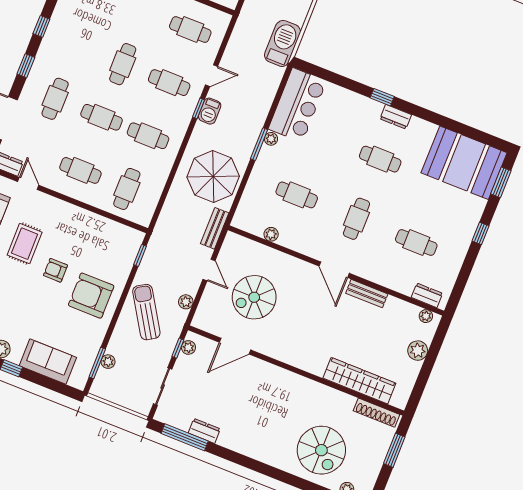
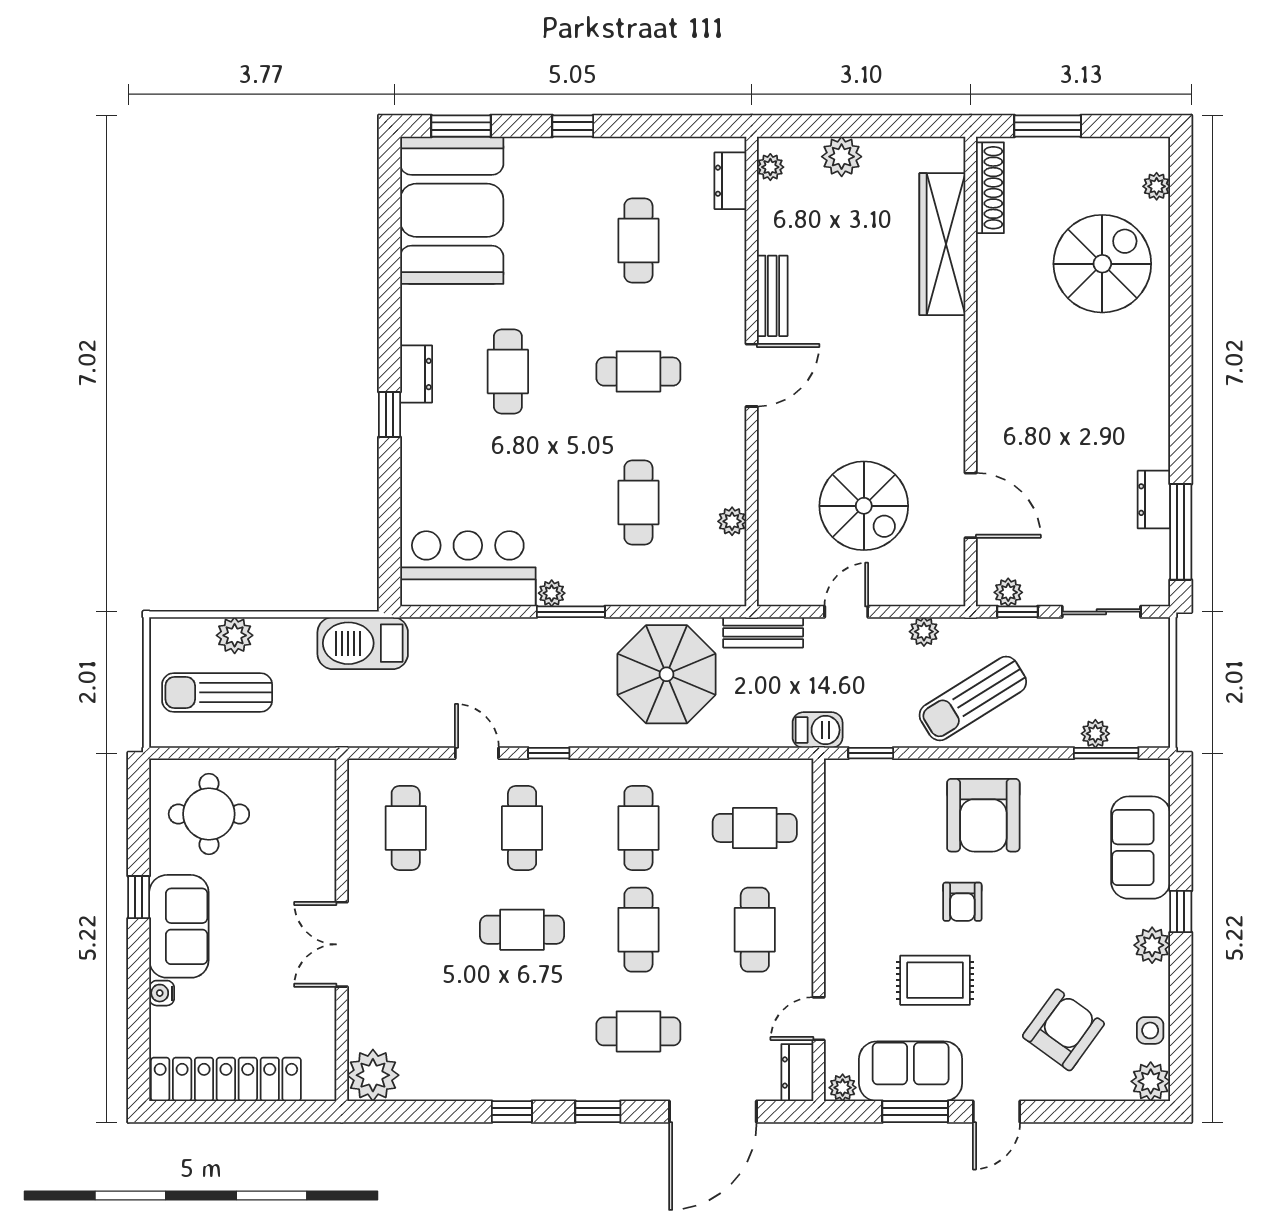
barbecue: (210, 111) -> (818, 730), moved

